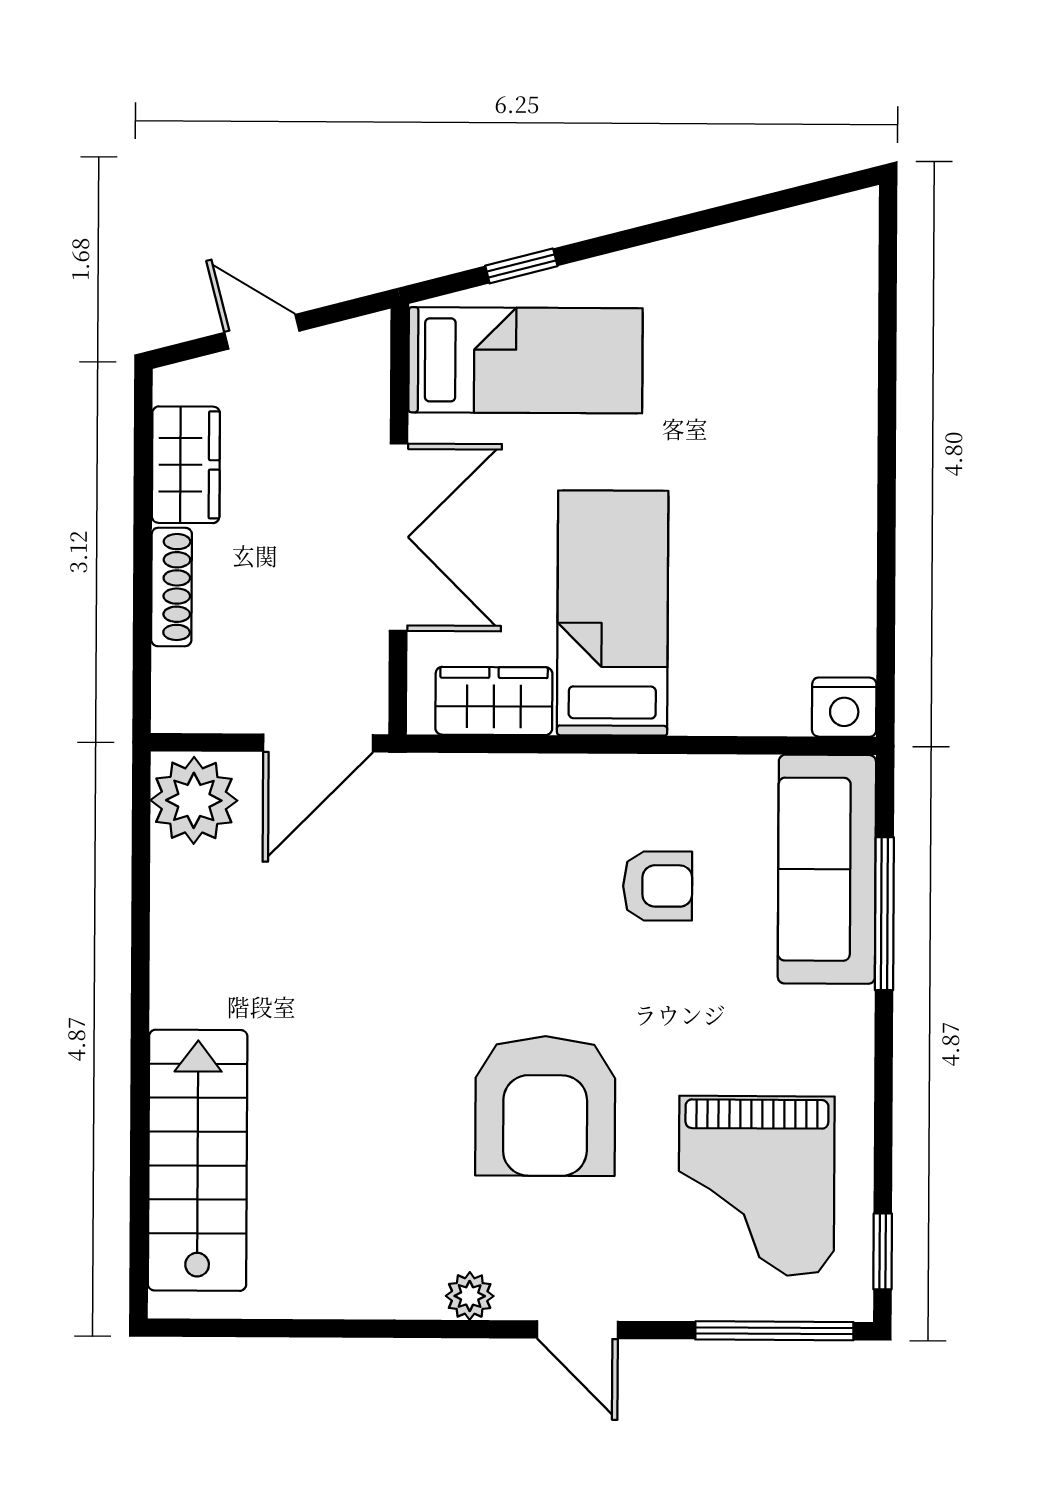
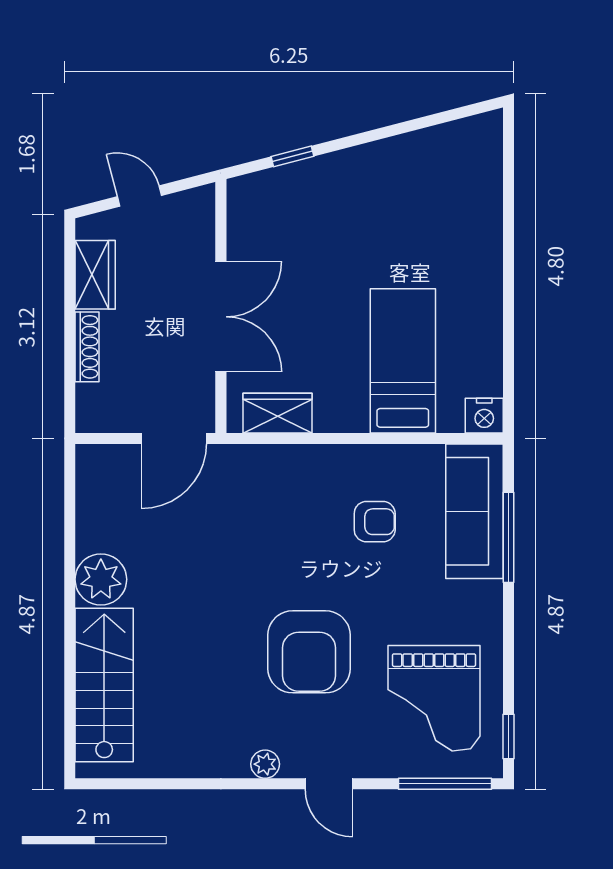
bed: (526, 360) -> (295, 212), removed
bed: (613, 613) -> (403, 361), moved
plant: (194, 800) -> (101, 579), moved

